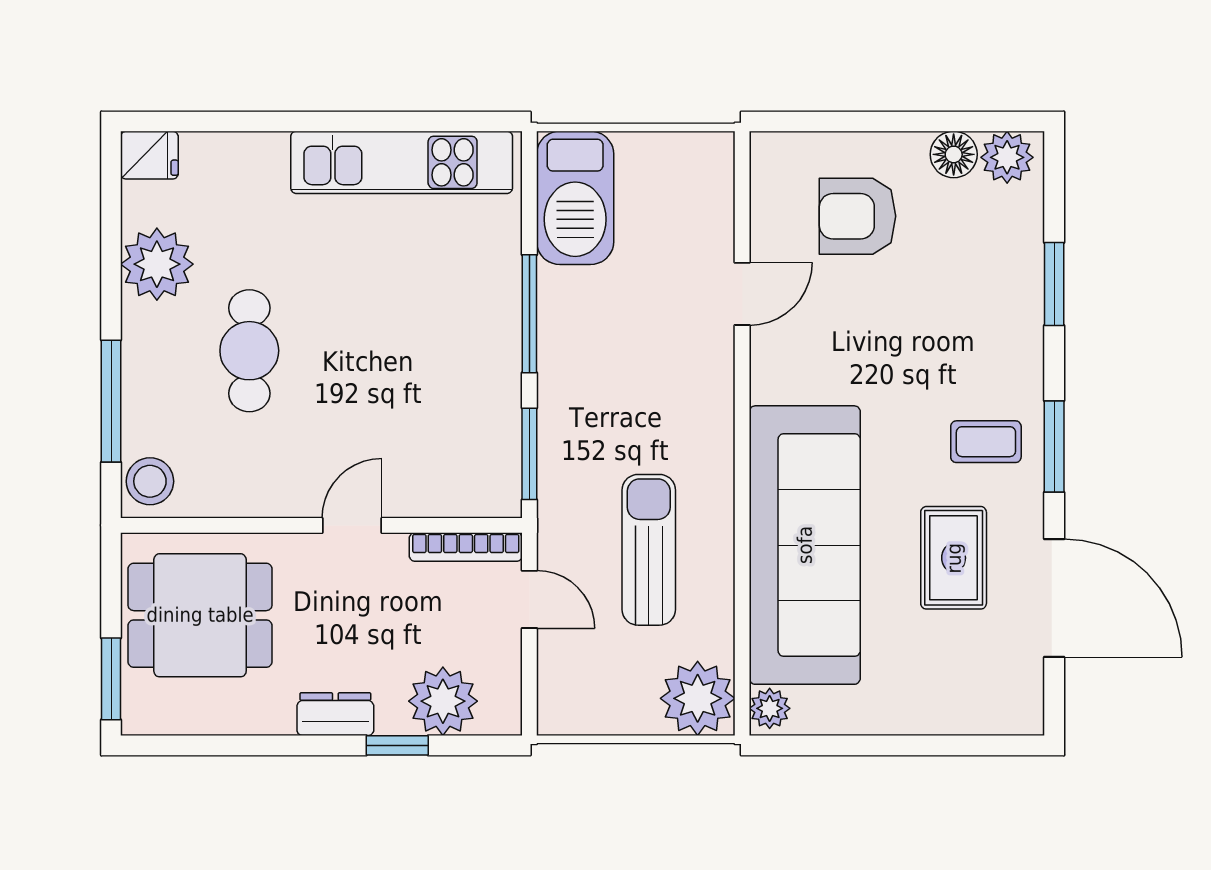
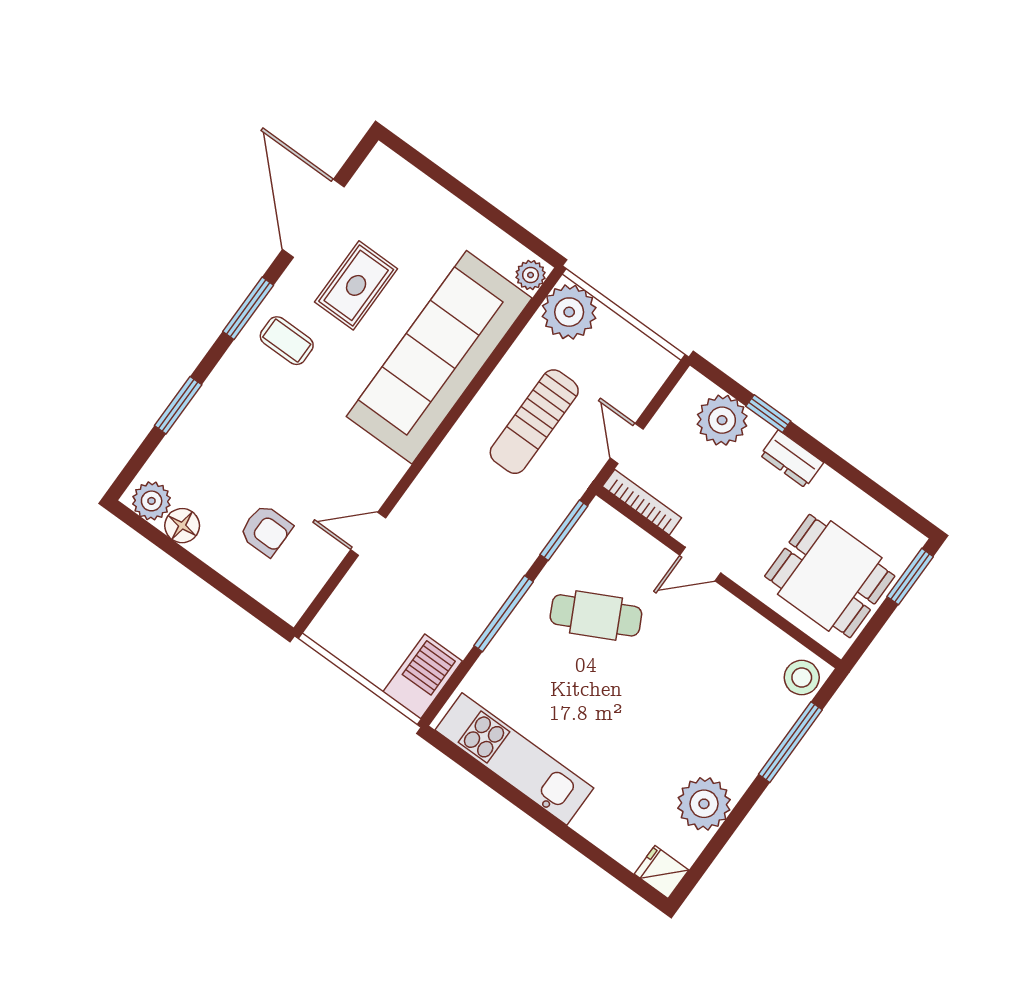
barbecue: (575, 198) -> (423, 677), width x0.73, depth x0.83
armchair: (857, 216) -> (266, 530), width x0.72, depth x0.72
cafe table: (249, 351) -> (596, 615), moved, turned 63

